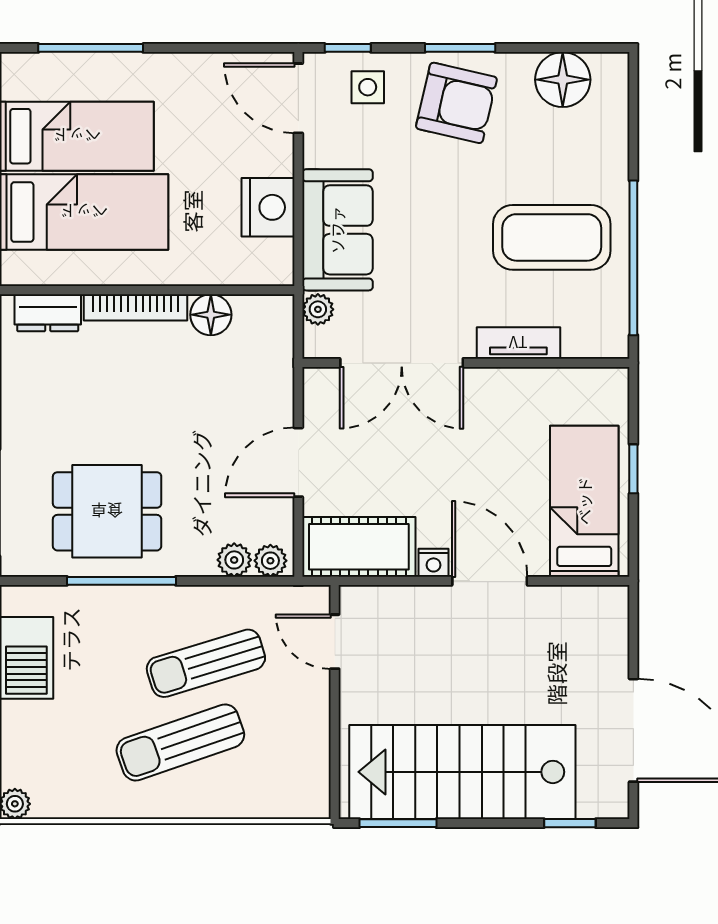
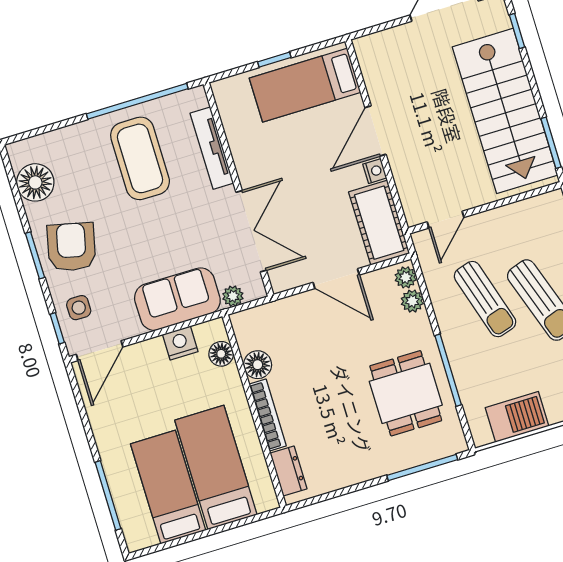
nightstand: (268, 207) -> (180, 343), width x0.74, depth x0.75
floor lamp: (242, 268) -> (221, 354), added
tv unit: (518, 343) -> (212, 148), width x1.41

